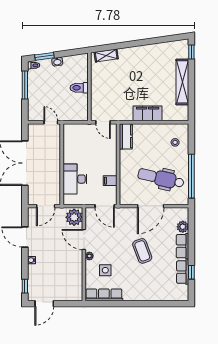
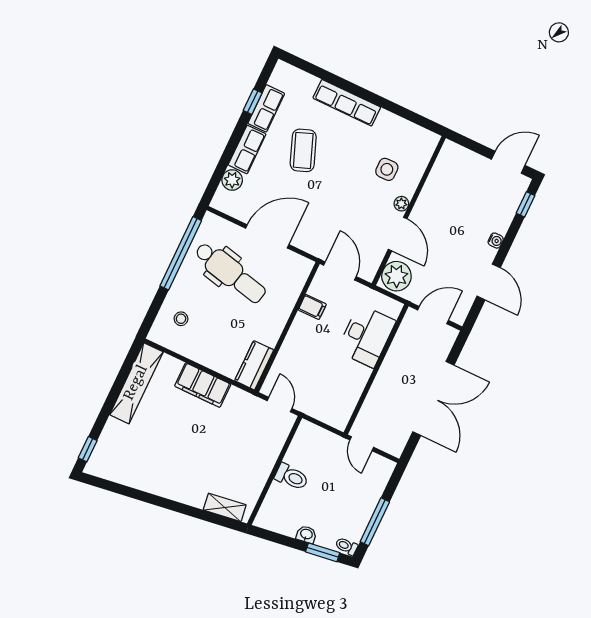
shelving: (182, 82) -> (136, 383), moved
coffee table: (142, 251) -> (303, 150), moved
row of seats: (104, 295) -> (347, 103), moved

